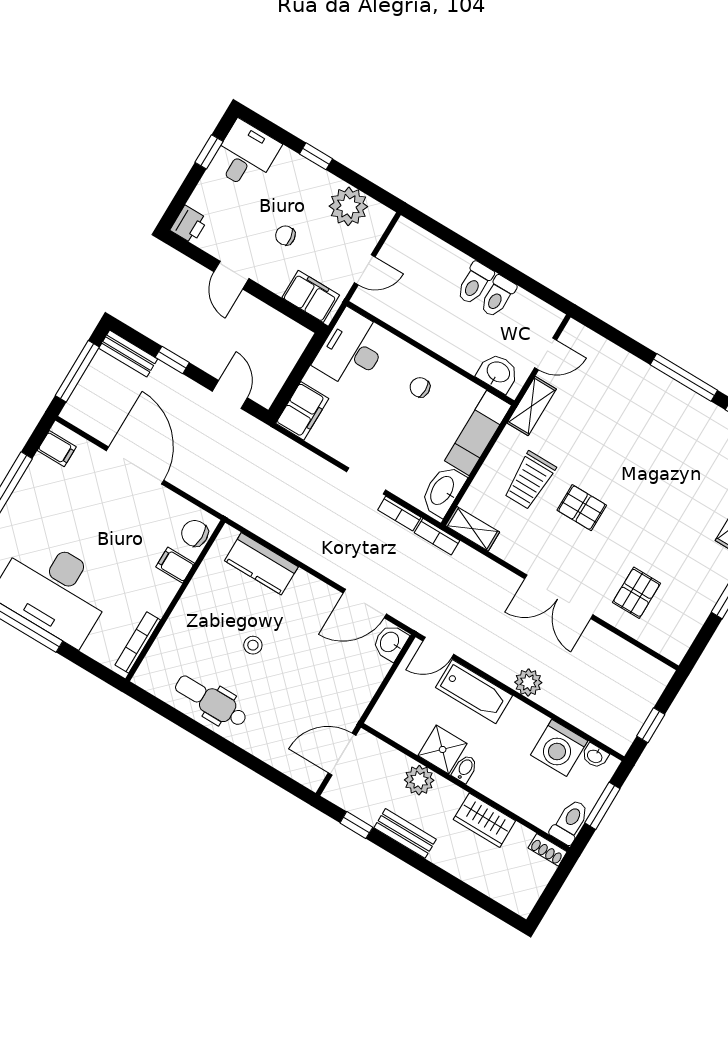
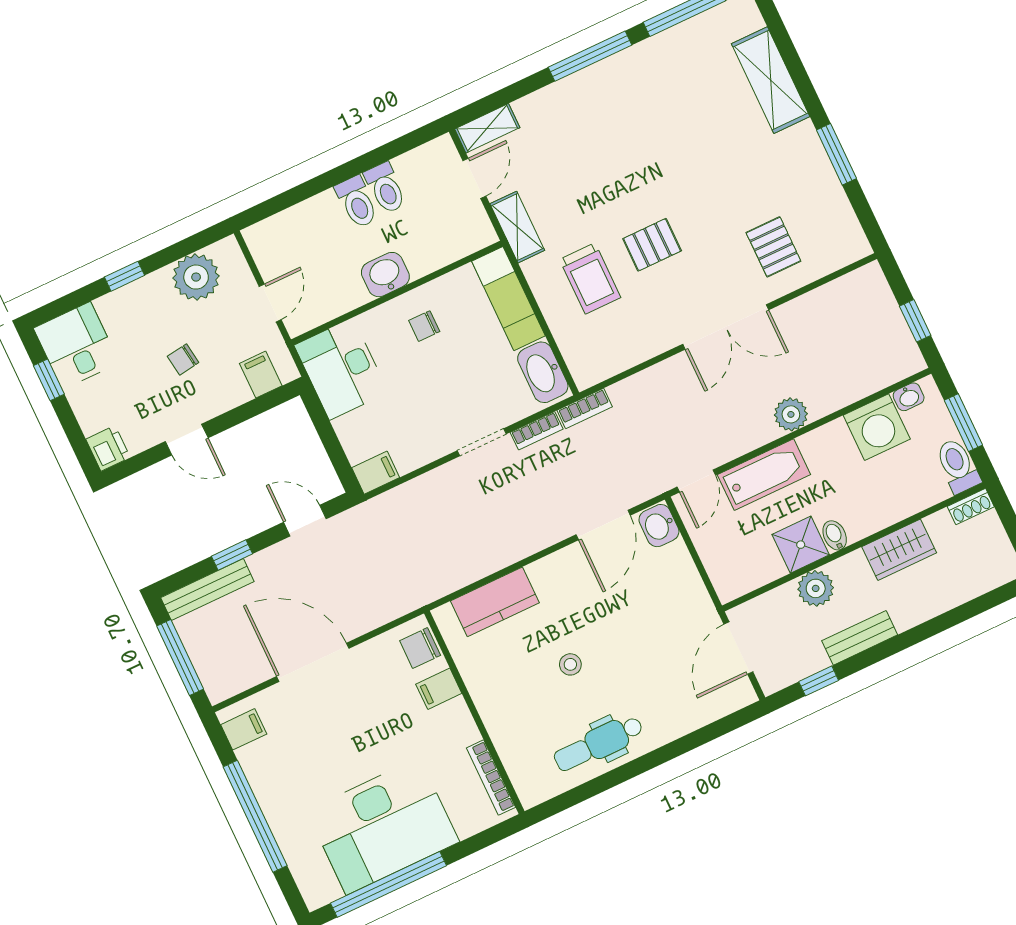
filing cabinet: (311, 296) -> (261, 375), width x0.50
bench: (128, 354) -> (207, 590), width x1.36
washbasin: (498, 373) -> (385, 275), moved
filing cabinet: (302, 411) -> (376, 473), width x0.50
shelving: (473, 529) -> (487, 128), moved

